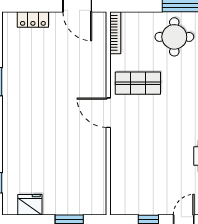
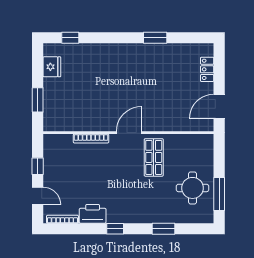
bookcase: (115, 33) -> (91, 139), moved

